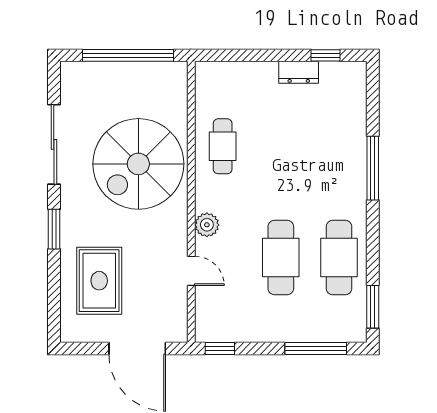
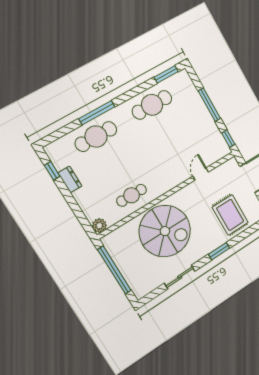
sliding door: (54, 144) -> (180, 277), width x0.73
plant: (207, 225) -> (99, 226), moved
cafe table: (281, 258) -> (96, 137), moved
rug: (99, 281) -> (230, 215), turned 90
window: (316, 348) -> (209, 105), moved

